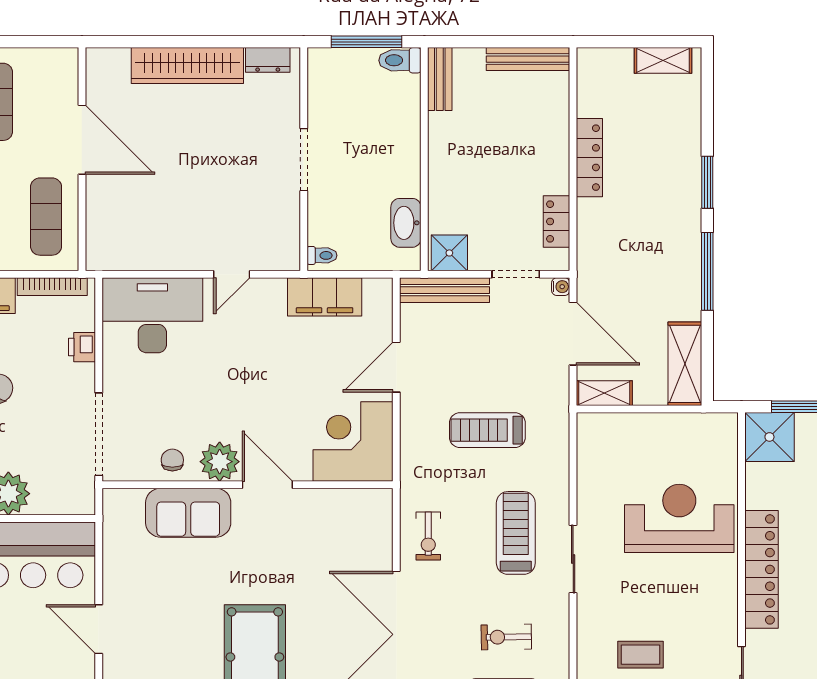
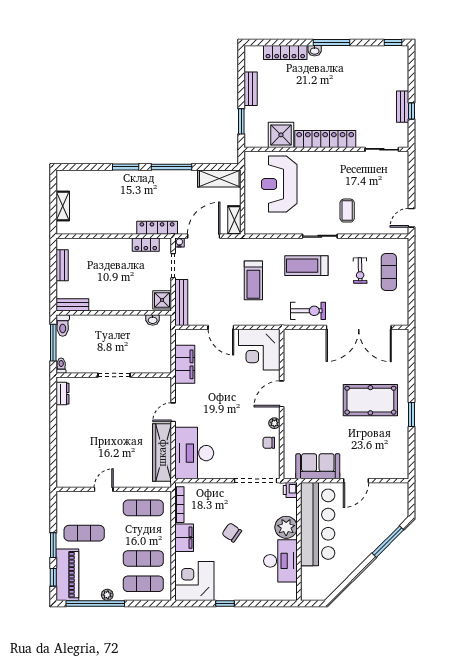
bench: (528, 59) -> (62, 265), width x0.73
shelving: (663, 60) -> (63, 206), moved
wardrobe: (187, 66) -> (162, 453), moved, turned 180
door: (82, 140) -> (104, 489), width x0.53
locker: (589, 158) -> (157, 228), moved
washbasin: (406, 223) -> (153, 320), width x0.52, depth x0.69
toilet: (322, 255) -> (61, 366), moved
door: (232, 274) -> (173, 412), swing flipped
printer: (82, 347) -> (290, 490), moved, turned 90
shower: (769, 437) -> (281, 135), moved
plant: (220, 462) -> (274, 423), width x0.53, depth x0.53
sofa: (188, 513) -> (318, 466), moved, turned -90
reception desk: (679, 518) -> (279, 184), moved
exercise bike: (428, 536) -> (308, 311), width x1.38, depth x1.39
coffee table: (641, 655) -> (347, 211), moved

